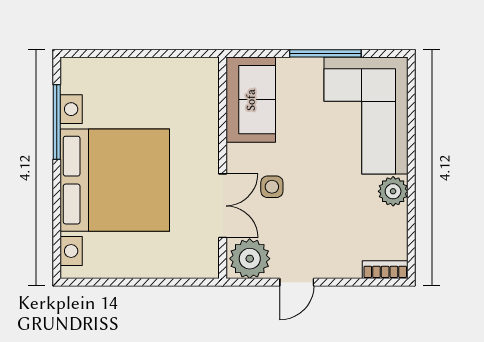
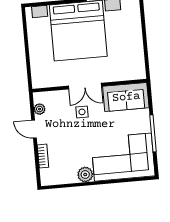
double door: (223, 206) -> (85, 86), moved
plant: (250, 259) -> (40, 109), width x0.53, depth x0.53
bookcase: (385, 270) -> (43, 156), moved

